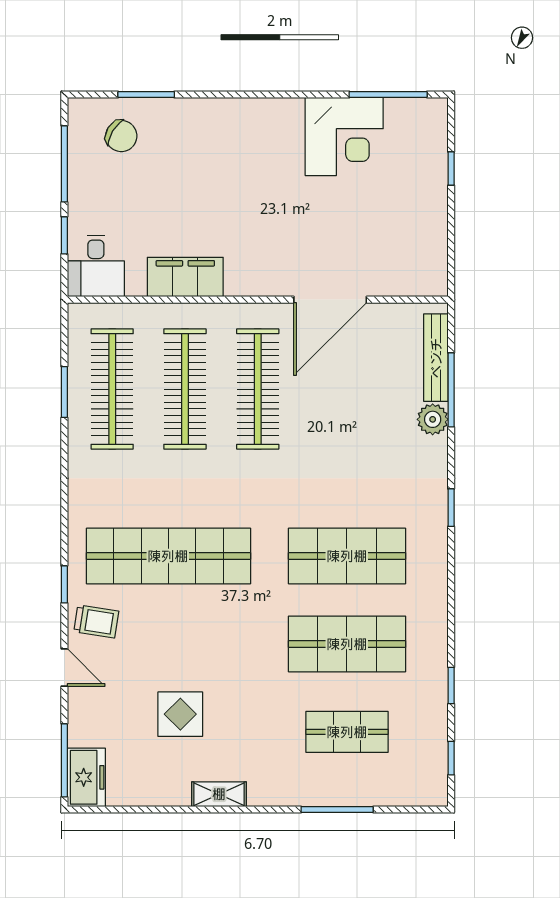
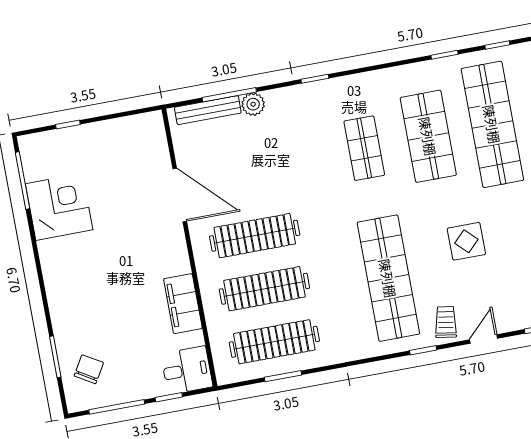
shop shelf: (347, 556) -> (364, 148), width x0.70, depth x0.74
display table: (180, 714) -> (466, 241), moved
shop shelf: (347, 732) -> (492, 124), width x2.00, depth x1.36

